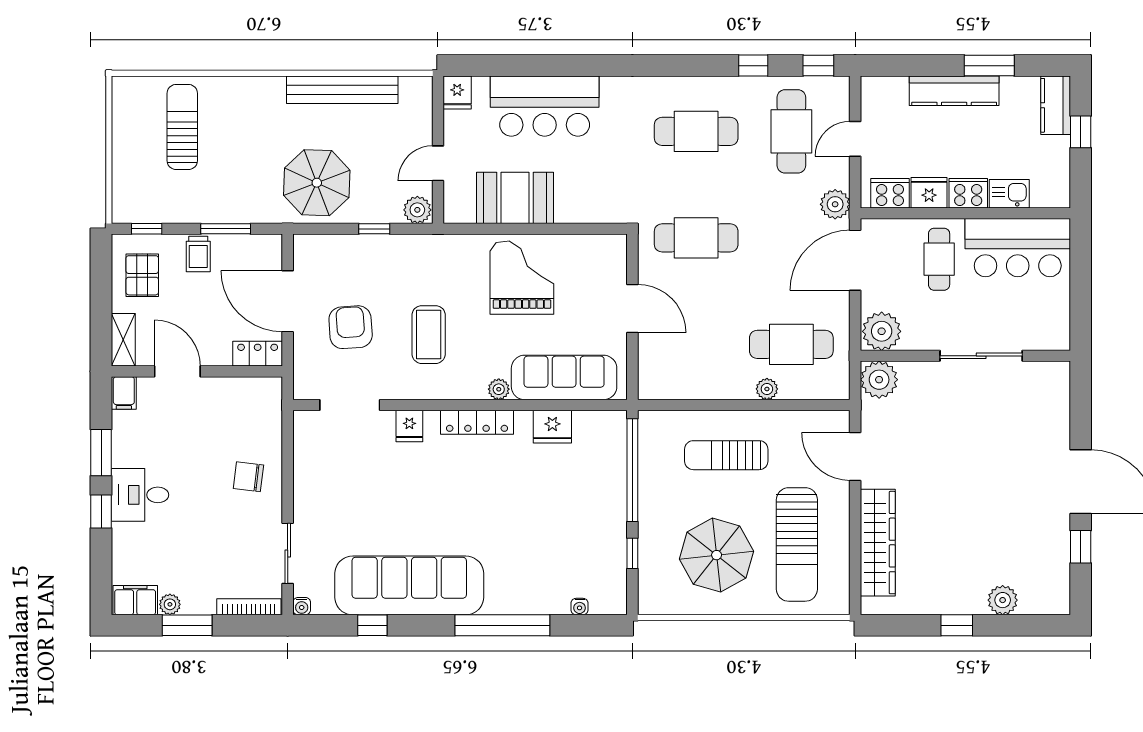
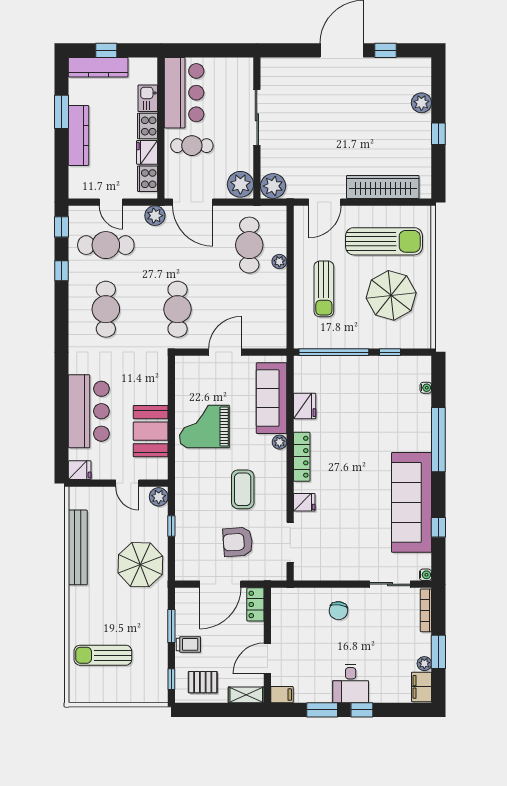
kitchen counter: (1056, 105) -> (98, 67), width x1.50
coffee table: (429, 335) -> (243, 489), turned 90

